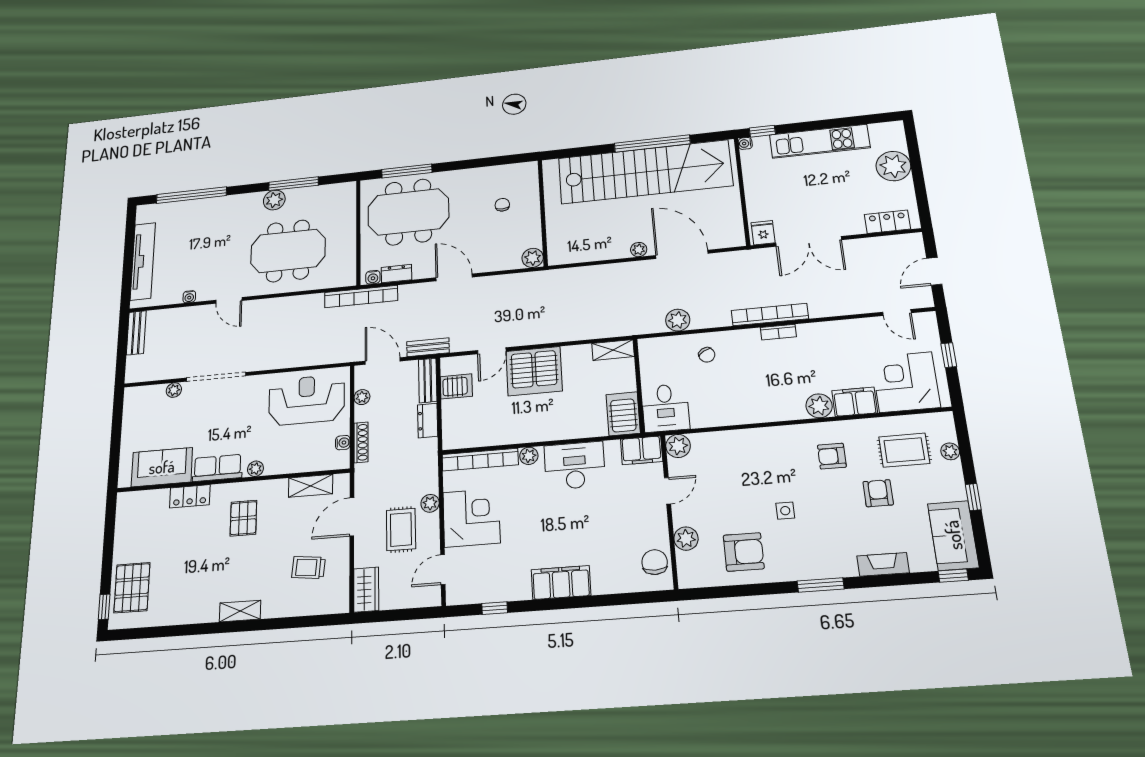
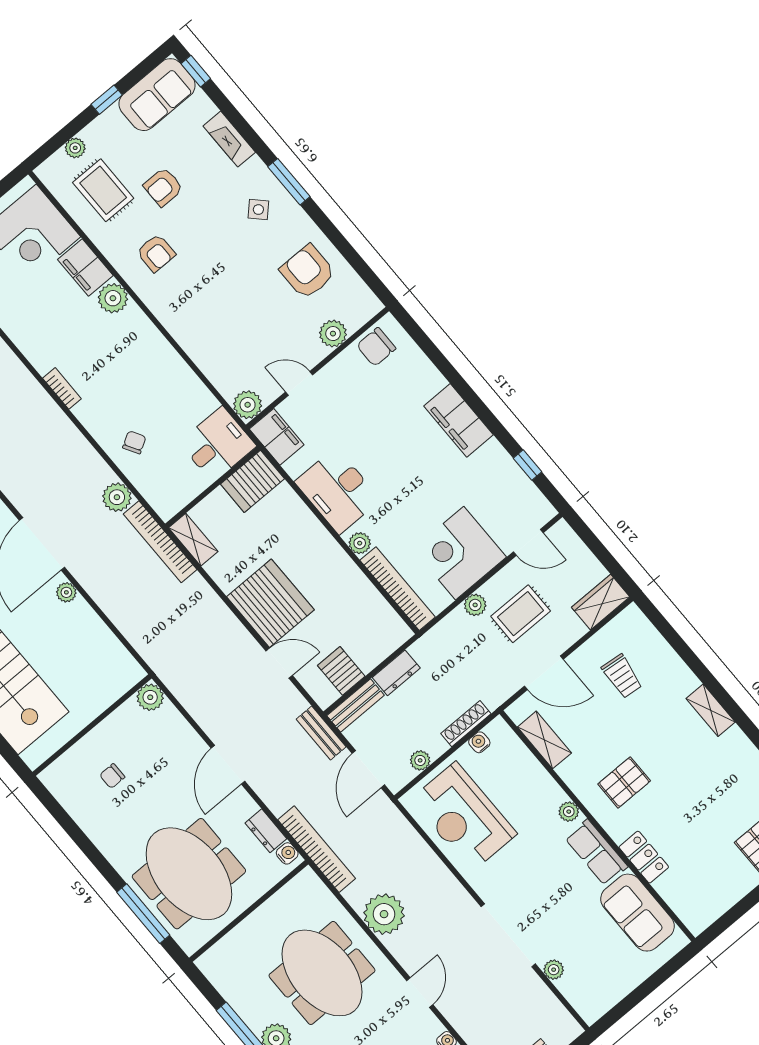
plant: (290, 311) -> (384, 914), added
bookcase: (770, 315) -> (160, 542), moved
side table: (785, 511) -> (258, 210), moved, turned 45

